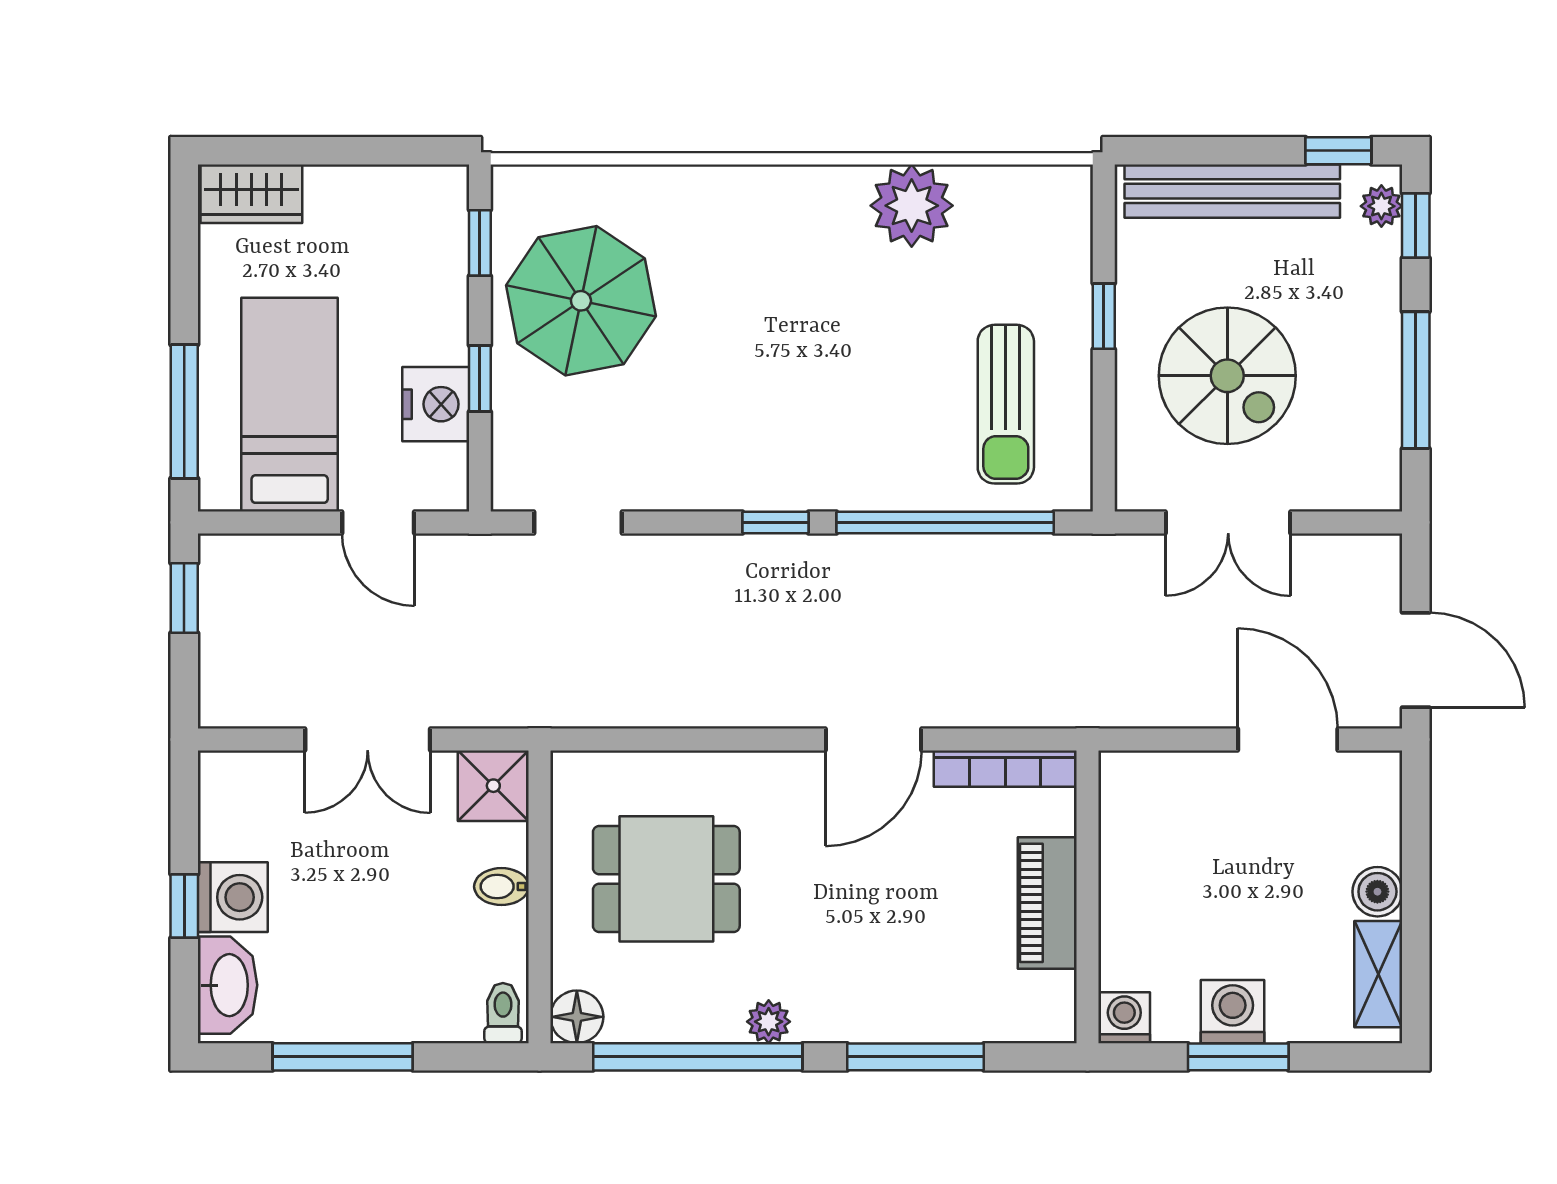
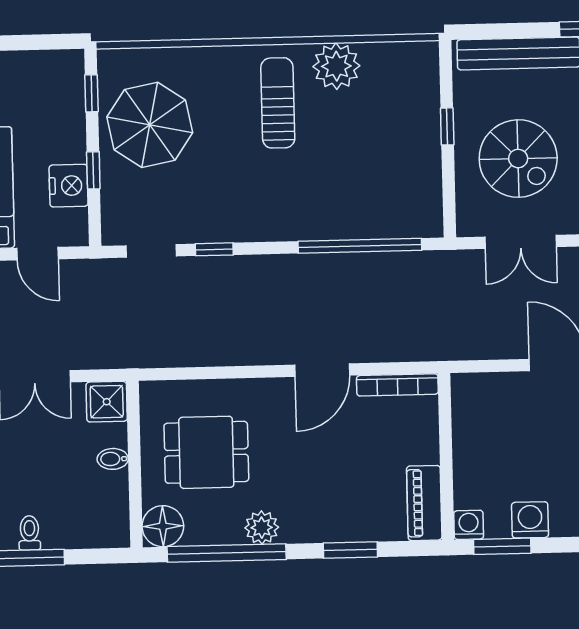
sun lounger: (1006, 404) -> (278, 103), moved, turned 180
window: (775, 522) -> (214, 249), moved
piano: (1047, 903) -> (424, 503), moved
toilet: (503, 1013) -> (29, 533), moved
floor lamp: (577, 1017) -> (163, 526), width x1.38, depth x1.38
plant: (769, 1022) -> (262, 528), width x1.38, depth x1.38
window: (915, 1057) -> (350, 550), width x0.69
window: (1238, 1057) -> (502, 546), moved

